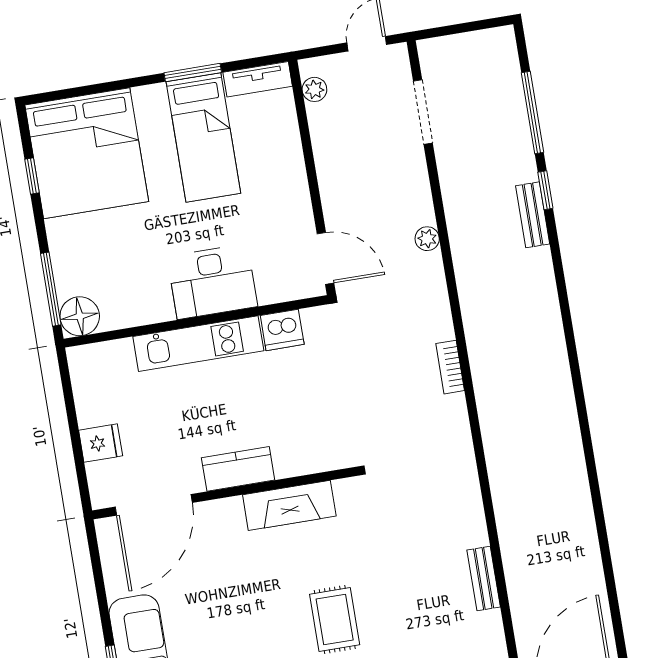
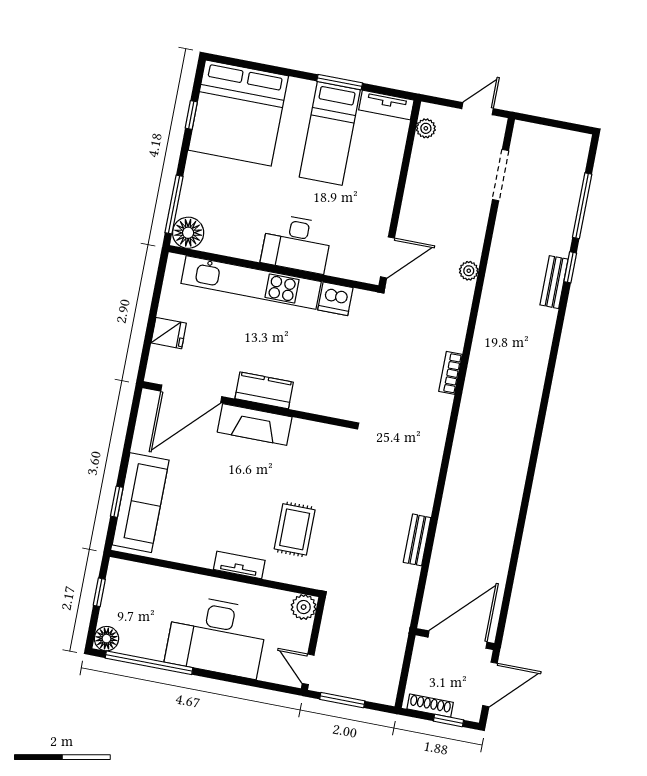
door: (325, 258) -> (387, 257), hinge flipped
kitchen unit: (198, 344) -> (251, 283), width x1.36
fireplace: (289, 505) -> (255, 425), moved

